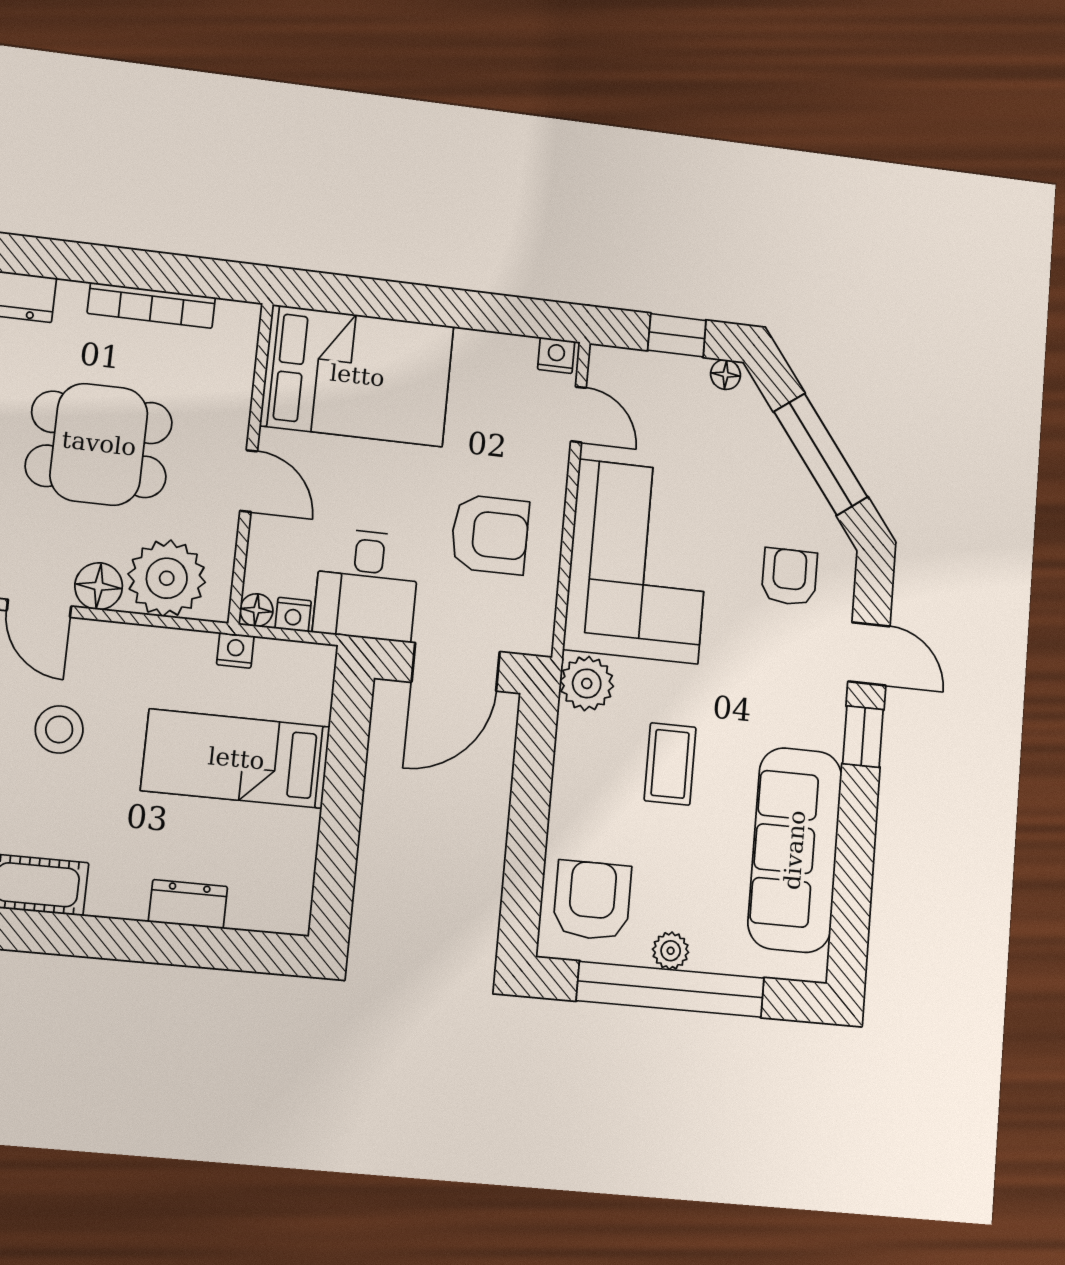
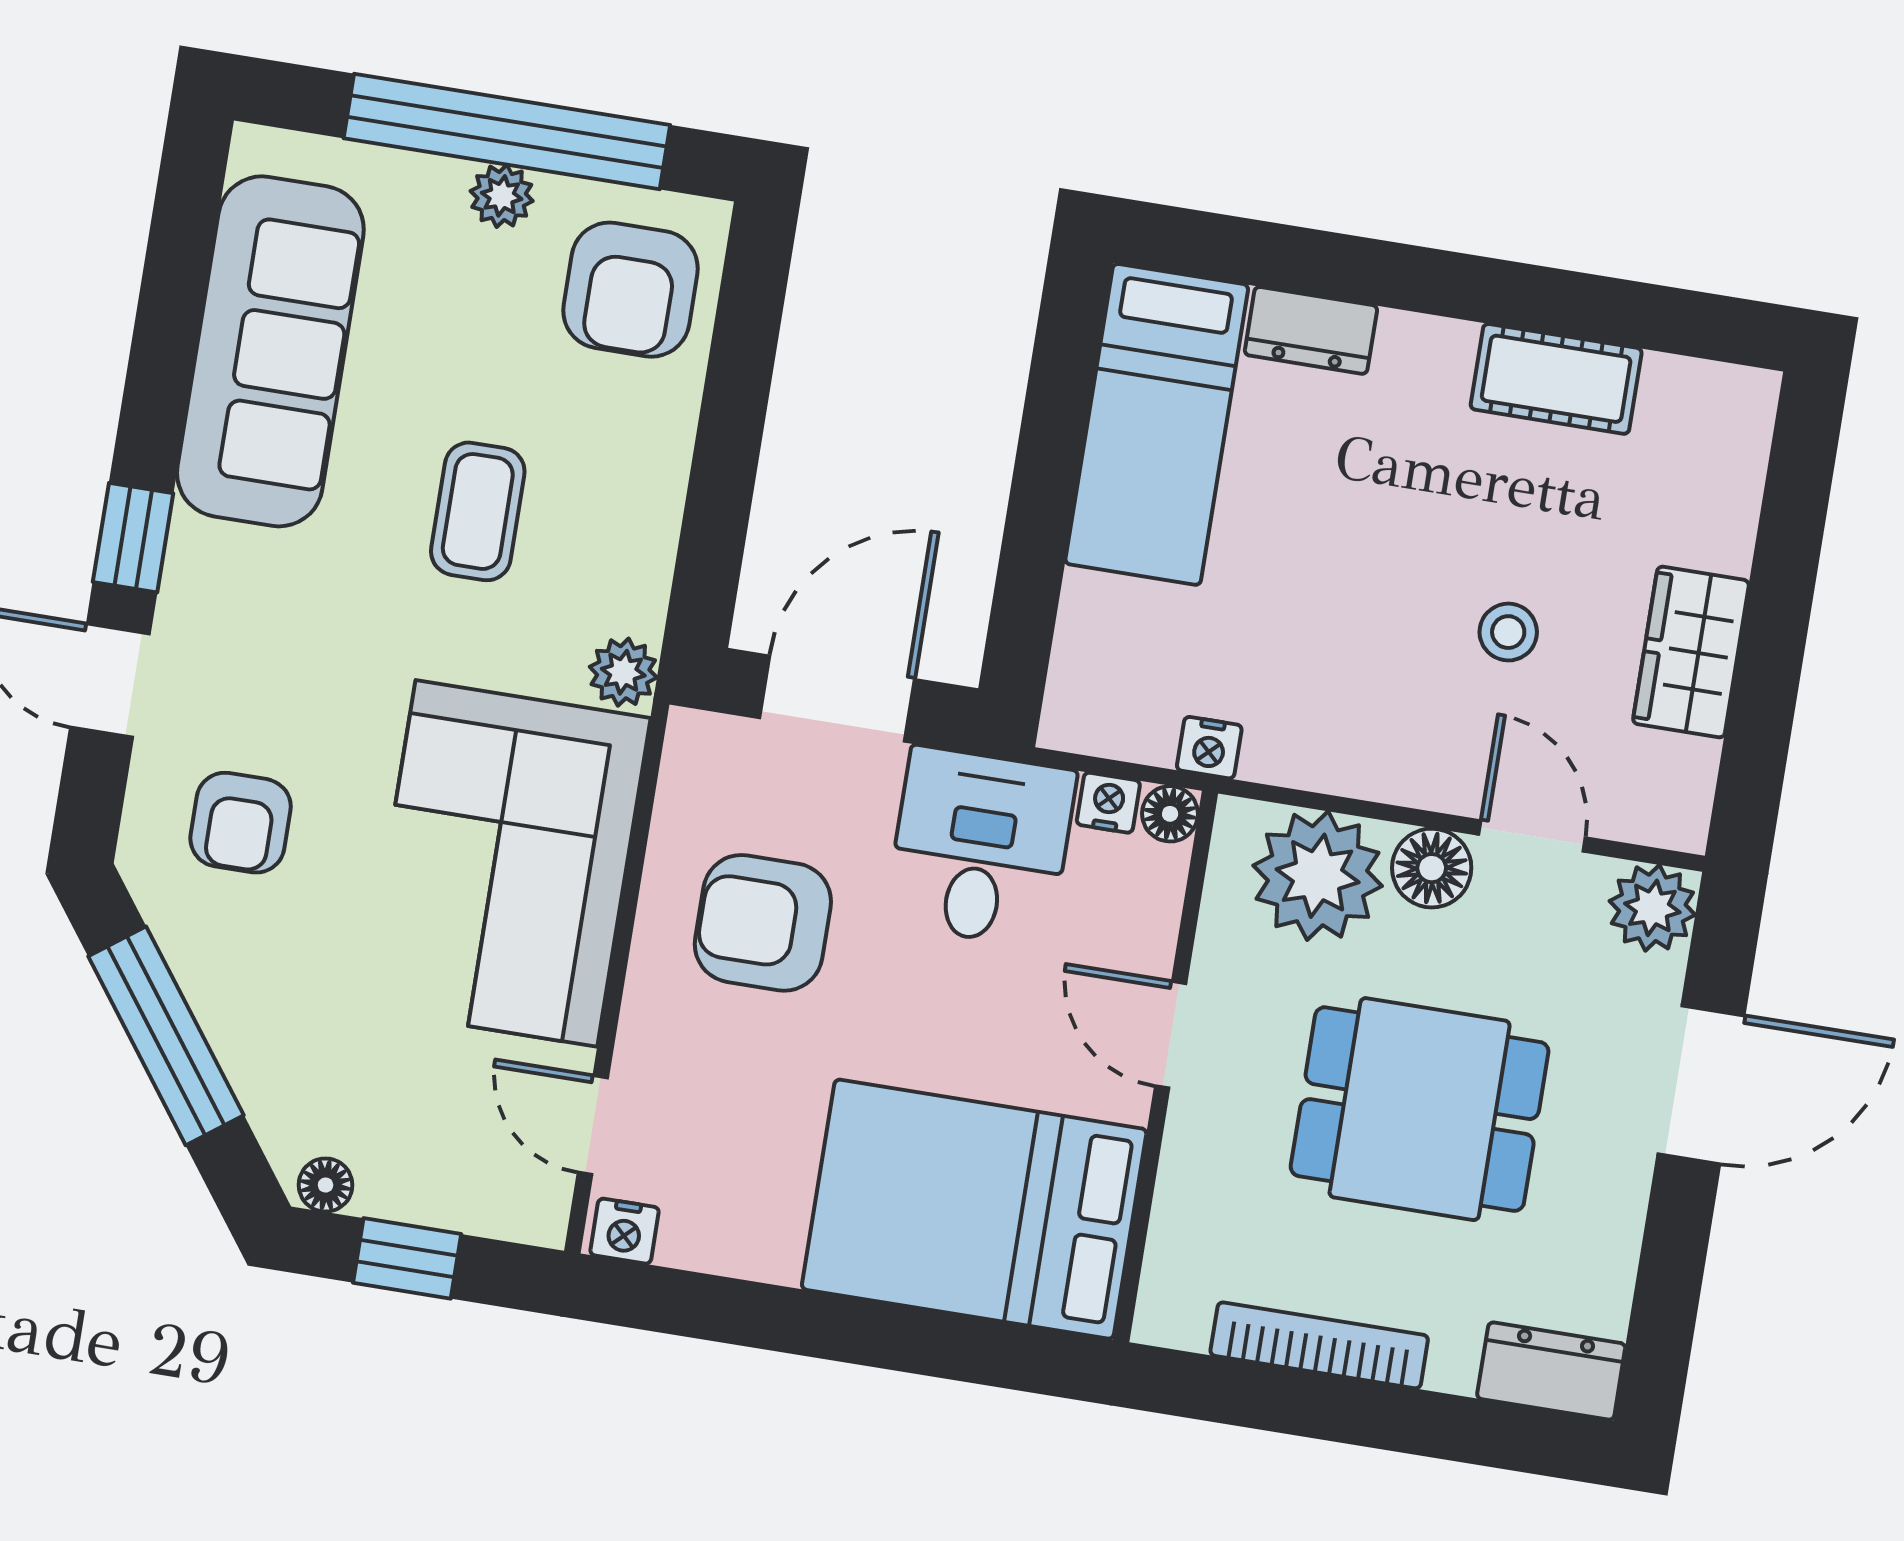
plant: (587, 683) -> (623, 672), width x0.73, depth x0.73
stool: (59, 729) -> (1508, 632), width x0.73, depth x0.73
bed: (236, 759) -> (1157, 424), moved, turned 90

